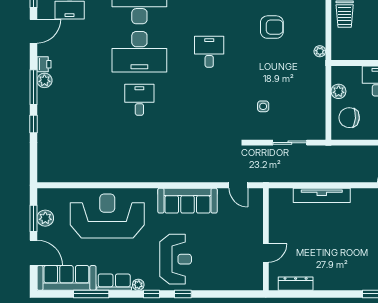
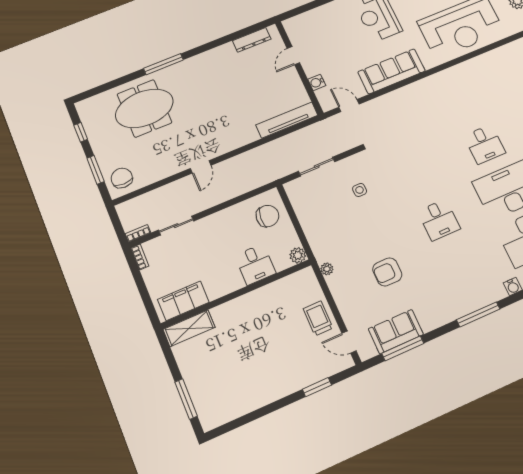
plant: (339, 91) -> (298, 255), moved
tv unit: (322, 195) -> (287, 120), moved
water cooler: (257, 219) -> (317, 82), added

